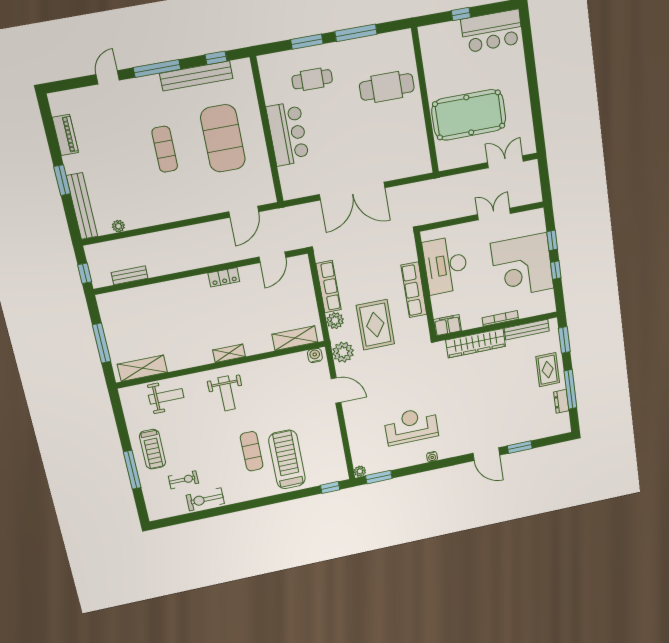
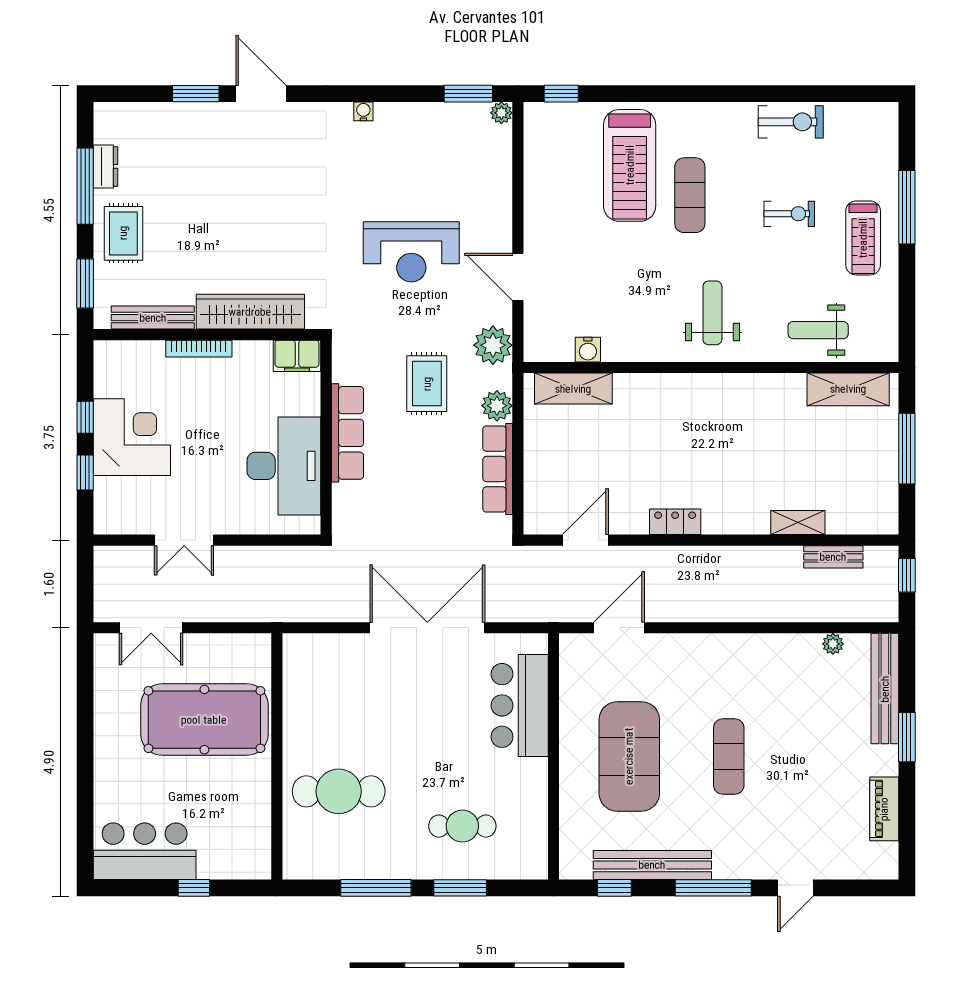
bar counter: (288, 134) -> (520, 705), moved
corner desk: (522, 266) -> (132, 437), width x0.74, depth x0.74
rug: (375, 325) -> (427, 384), width x0.73, depth x0.70
shelving: (229, 353) -> (798, 522), moved
water cooler: (315, 355) -> (588, 350), moved
reception desk: (411, 426) -> (411, 252), moved
treadmill: (152, 449) -> (863, 238), turned 180
exercise bike: (183, 480) -> (789, 214), moved, turned 180

